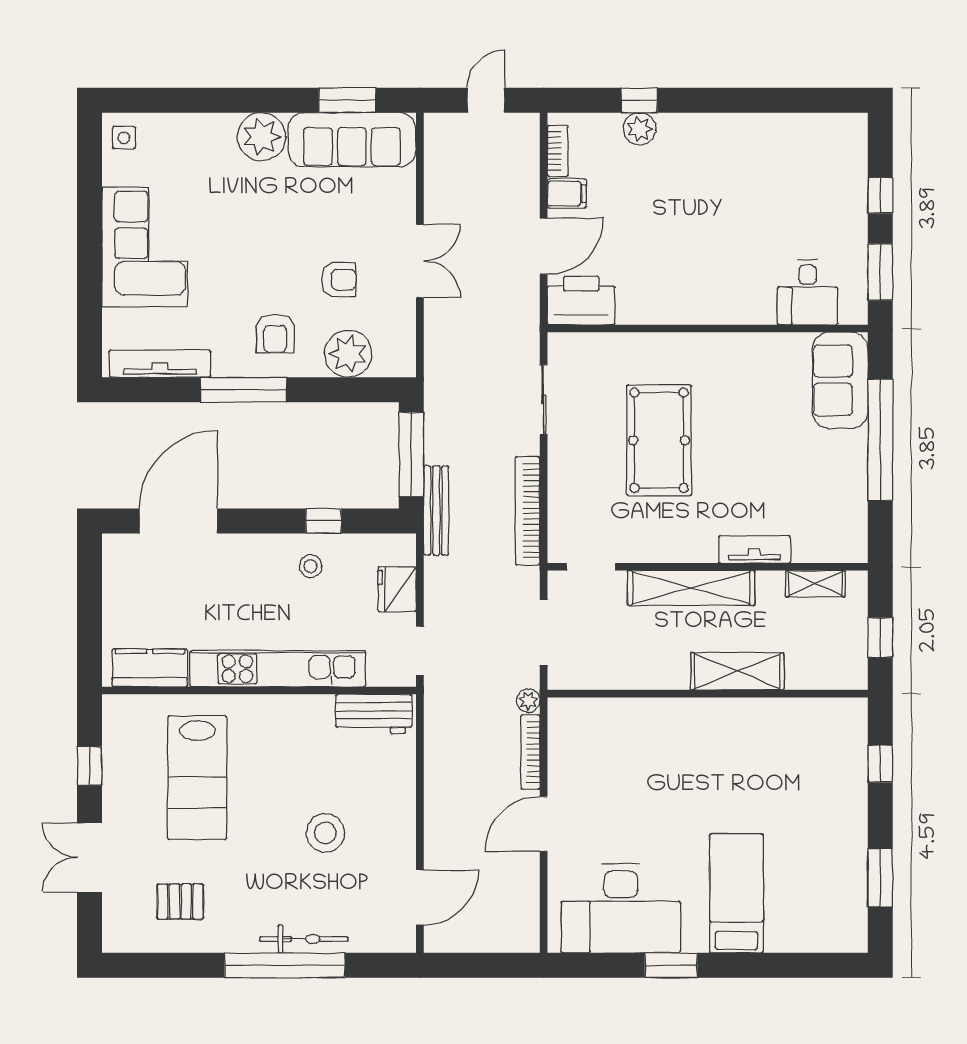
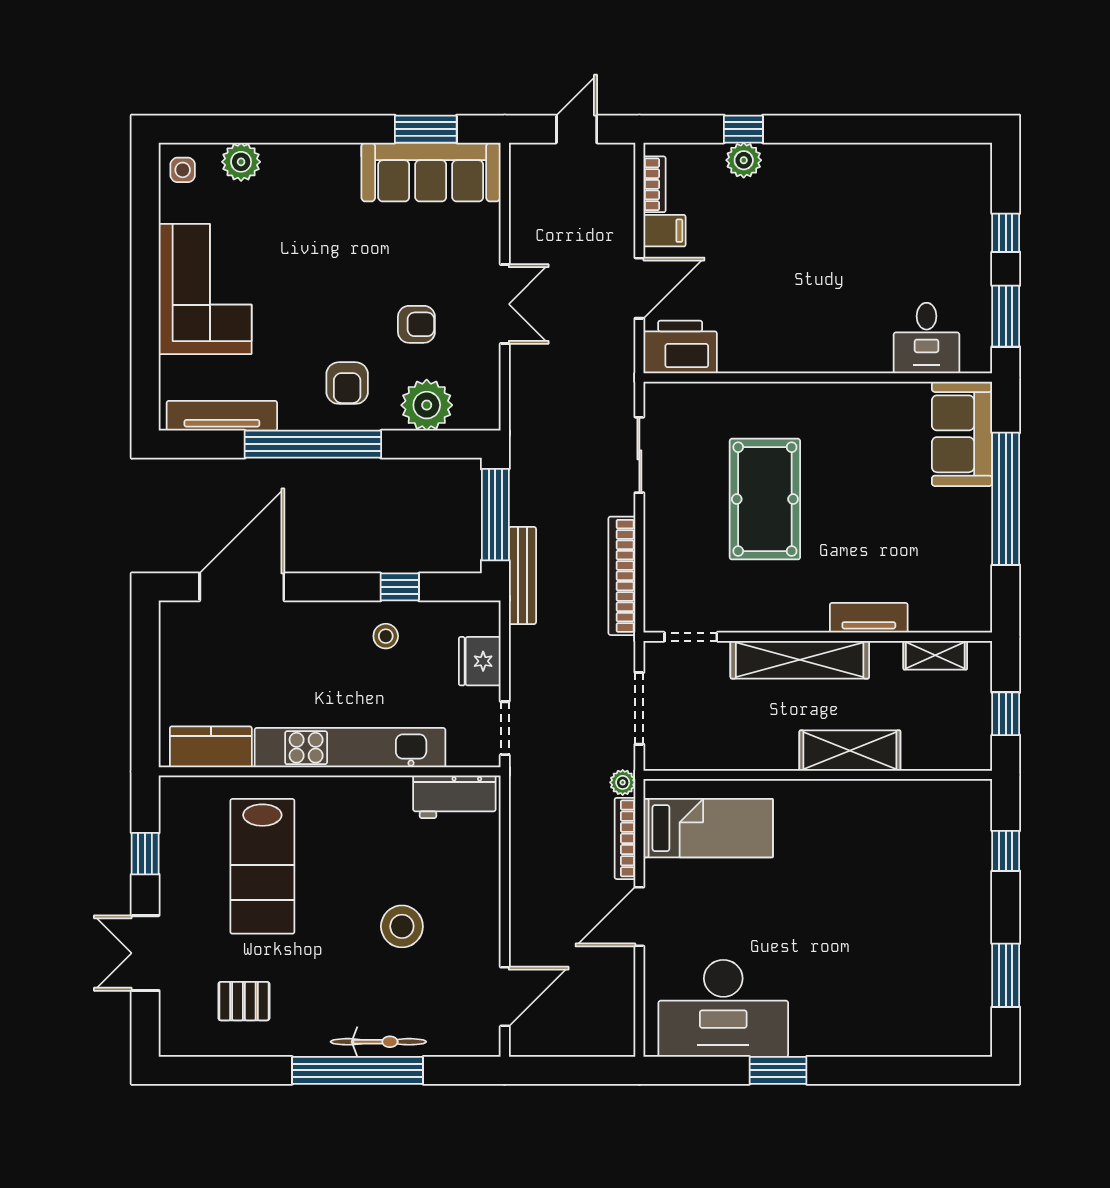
plant: (262, 137) -> (241, 162), moved, width x0.73, depth x0.73
window: (244, 390) -> (313, 444), width x1.46
bed: (736, 893) -> (708, 828), moved, turned 90

